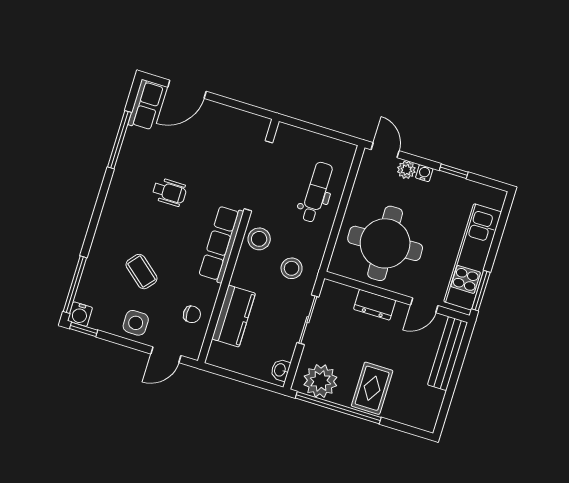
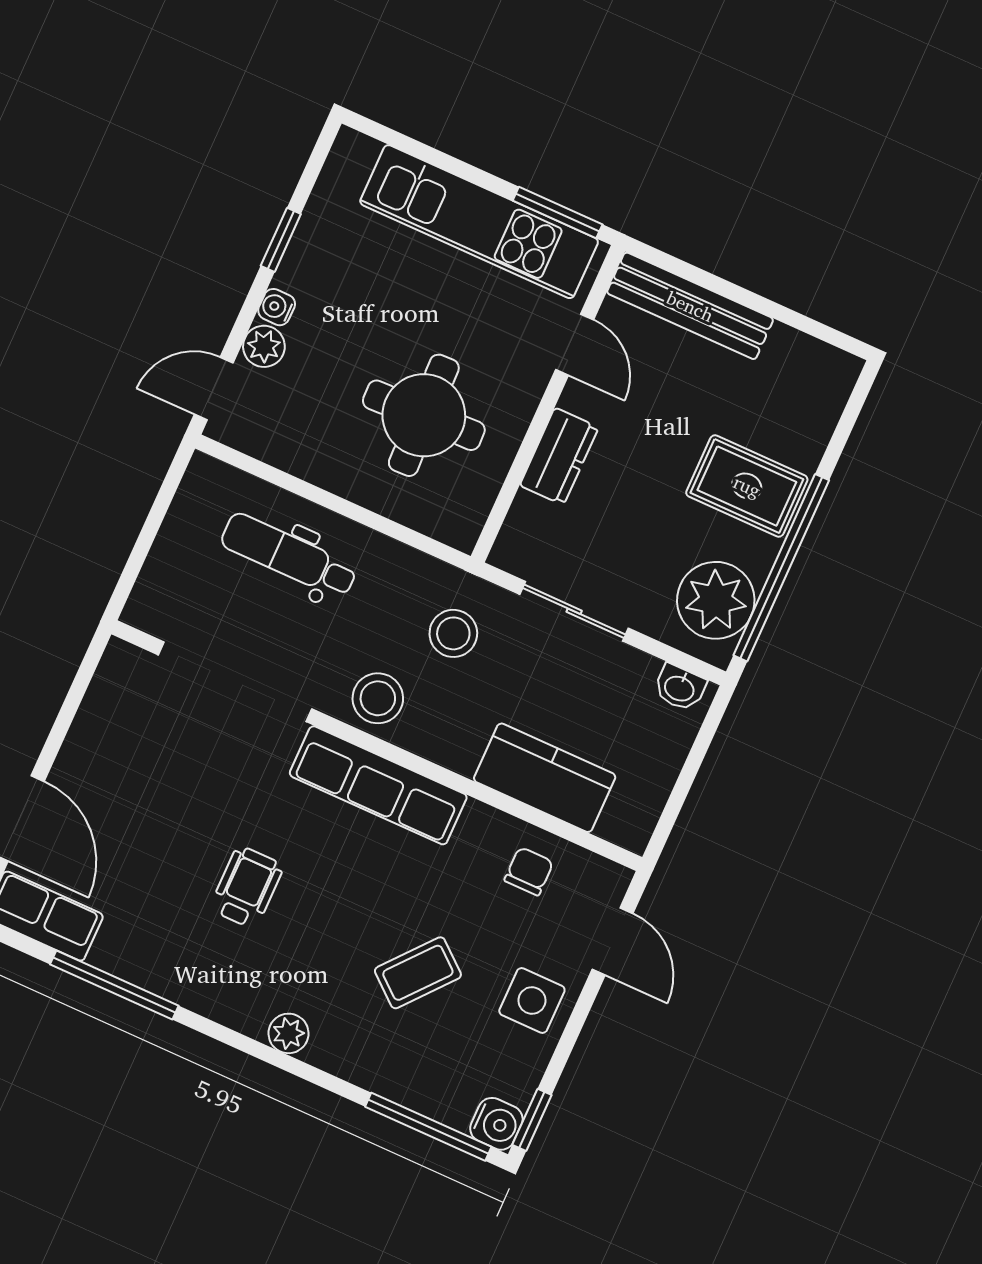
plant: (108, 218) -> (288, 1033), added
round table: (385, 243) -> (424, 415), width x0.73, depth x0.73

